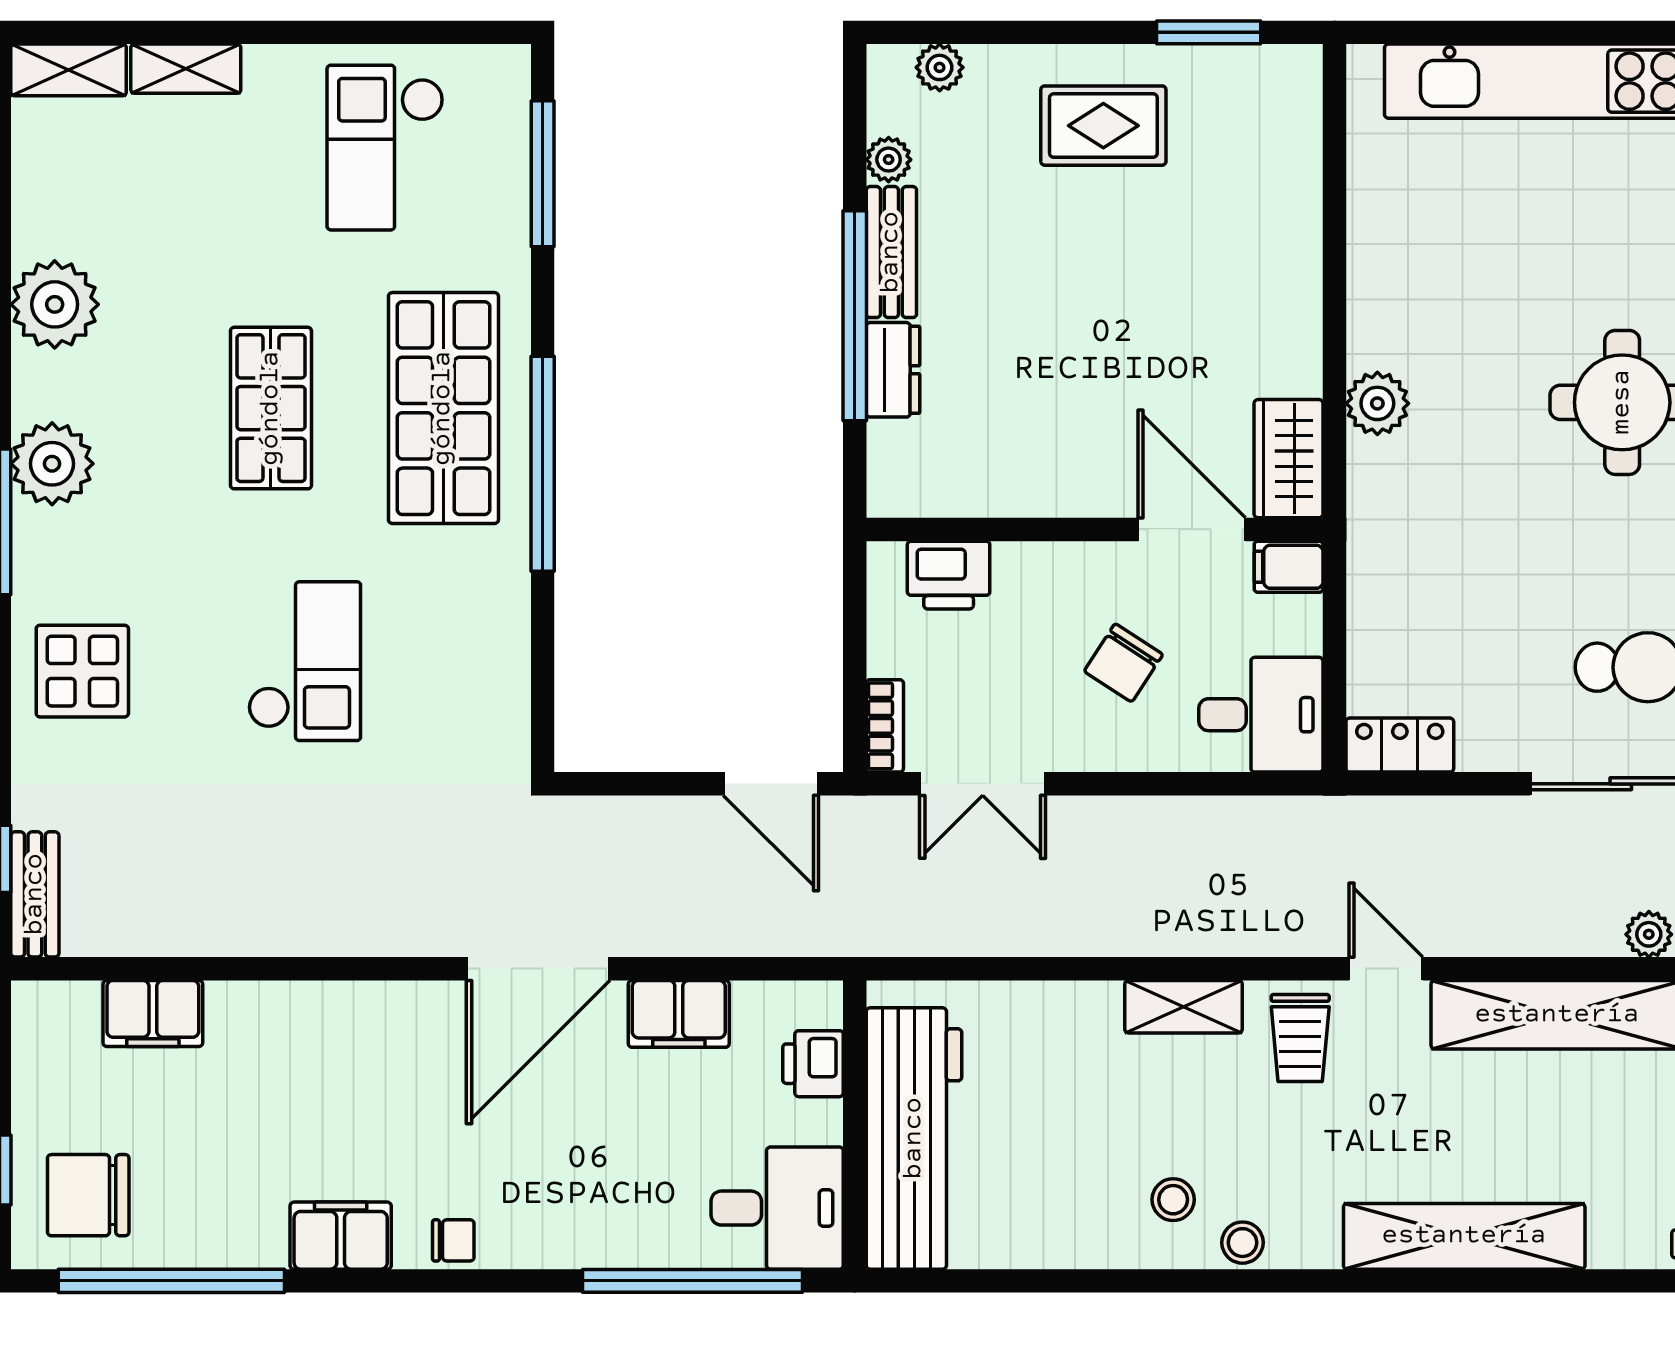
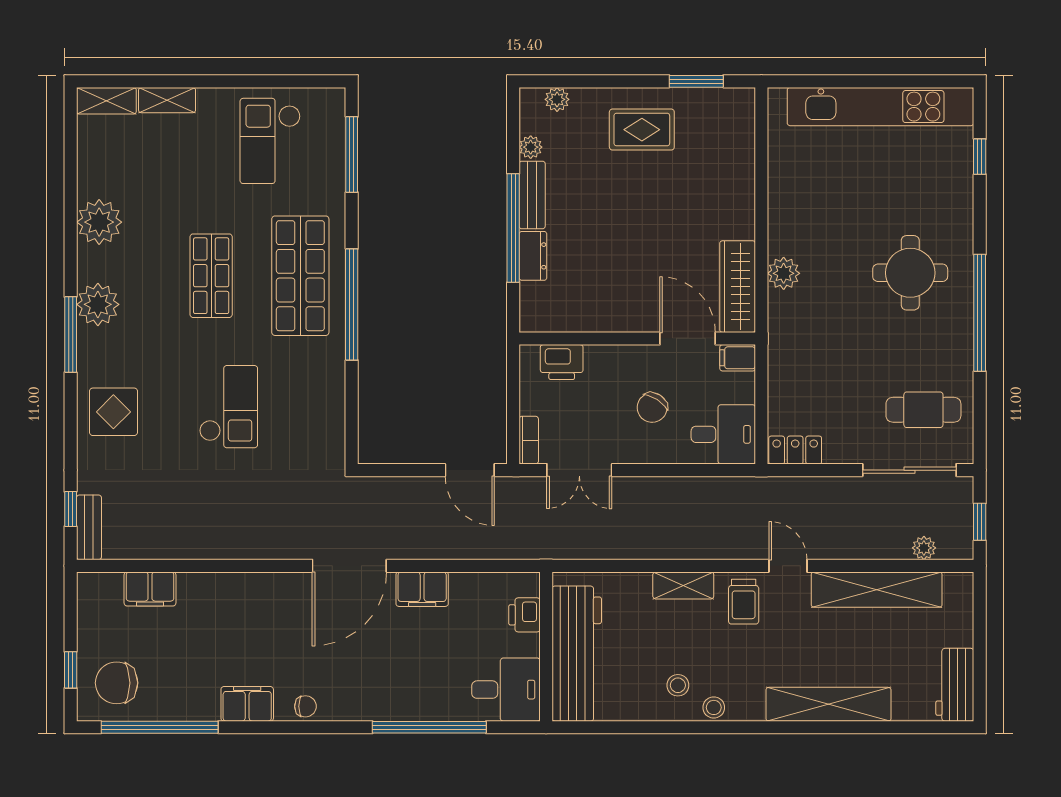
wardrobe: (1289, 459) -> (738, 287), width x1.50
printer: (813, 1064) -> (524, 615), moved
wall: (855, 1125) -> (546, 647), moved
workbench: (914, 1138) -> (577, 654), moved
desk: (777, 1208) -> (506, 690), moved

